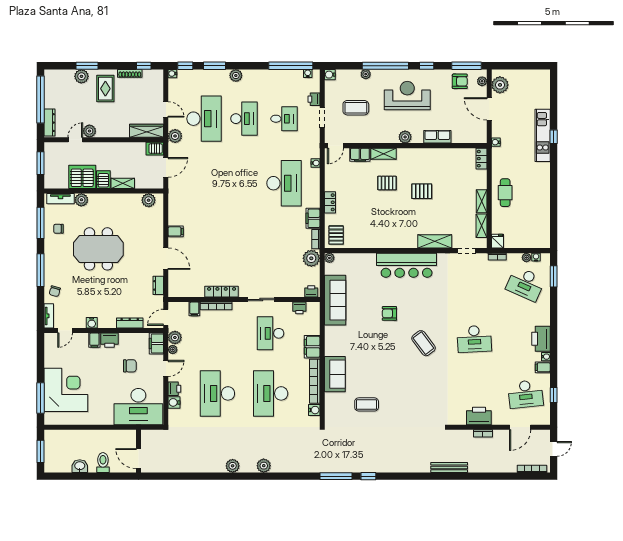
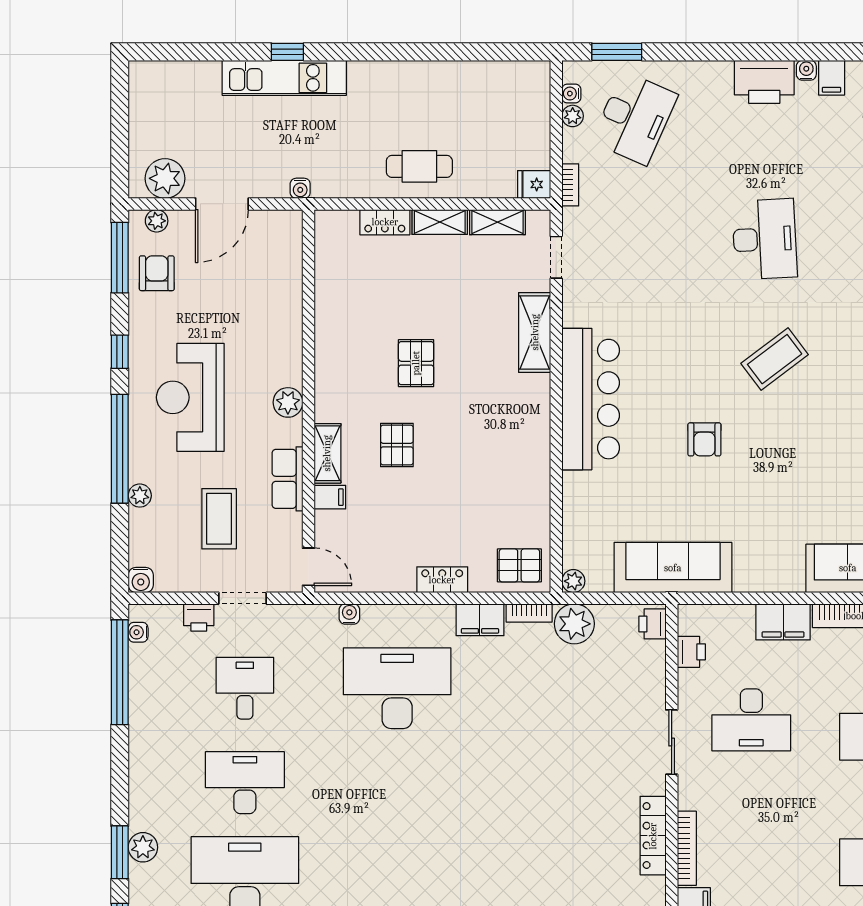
plant: (236, 76) -> (143, 847), moved
row of seats: (437, 137) -> (287, 479), moved
filing cabinet: (360, 155) -> (330, 497), width x0.50
locker: (481, 159) -> (385, 222), moved

